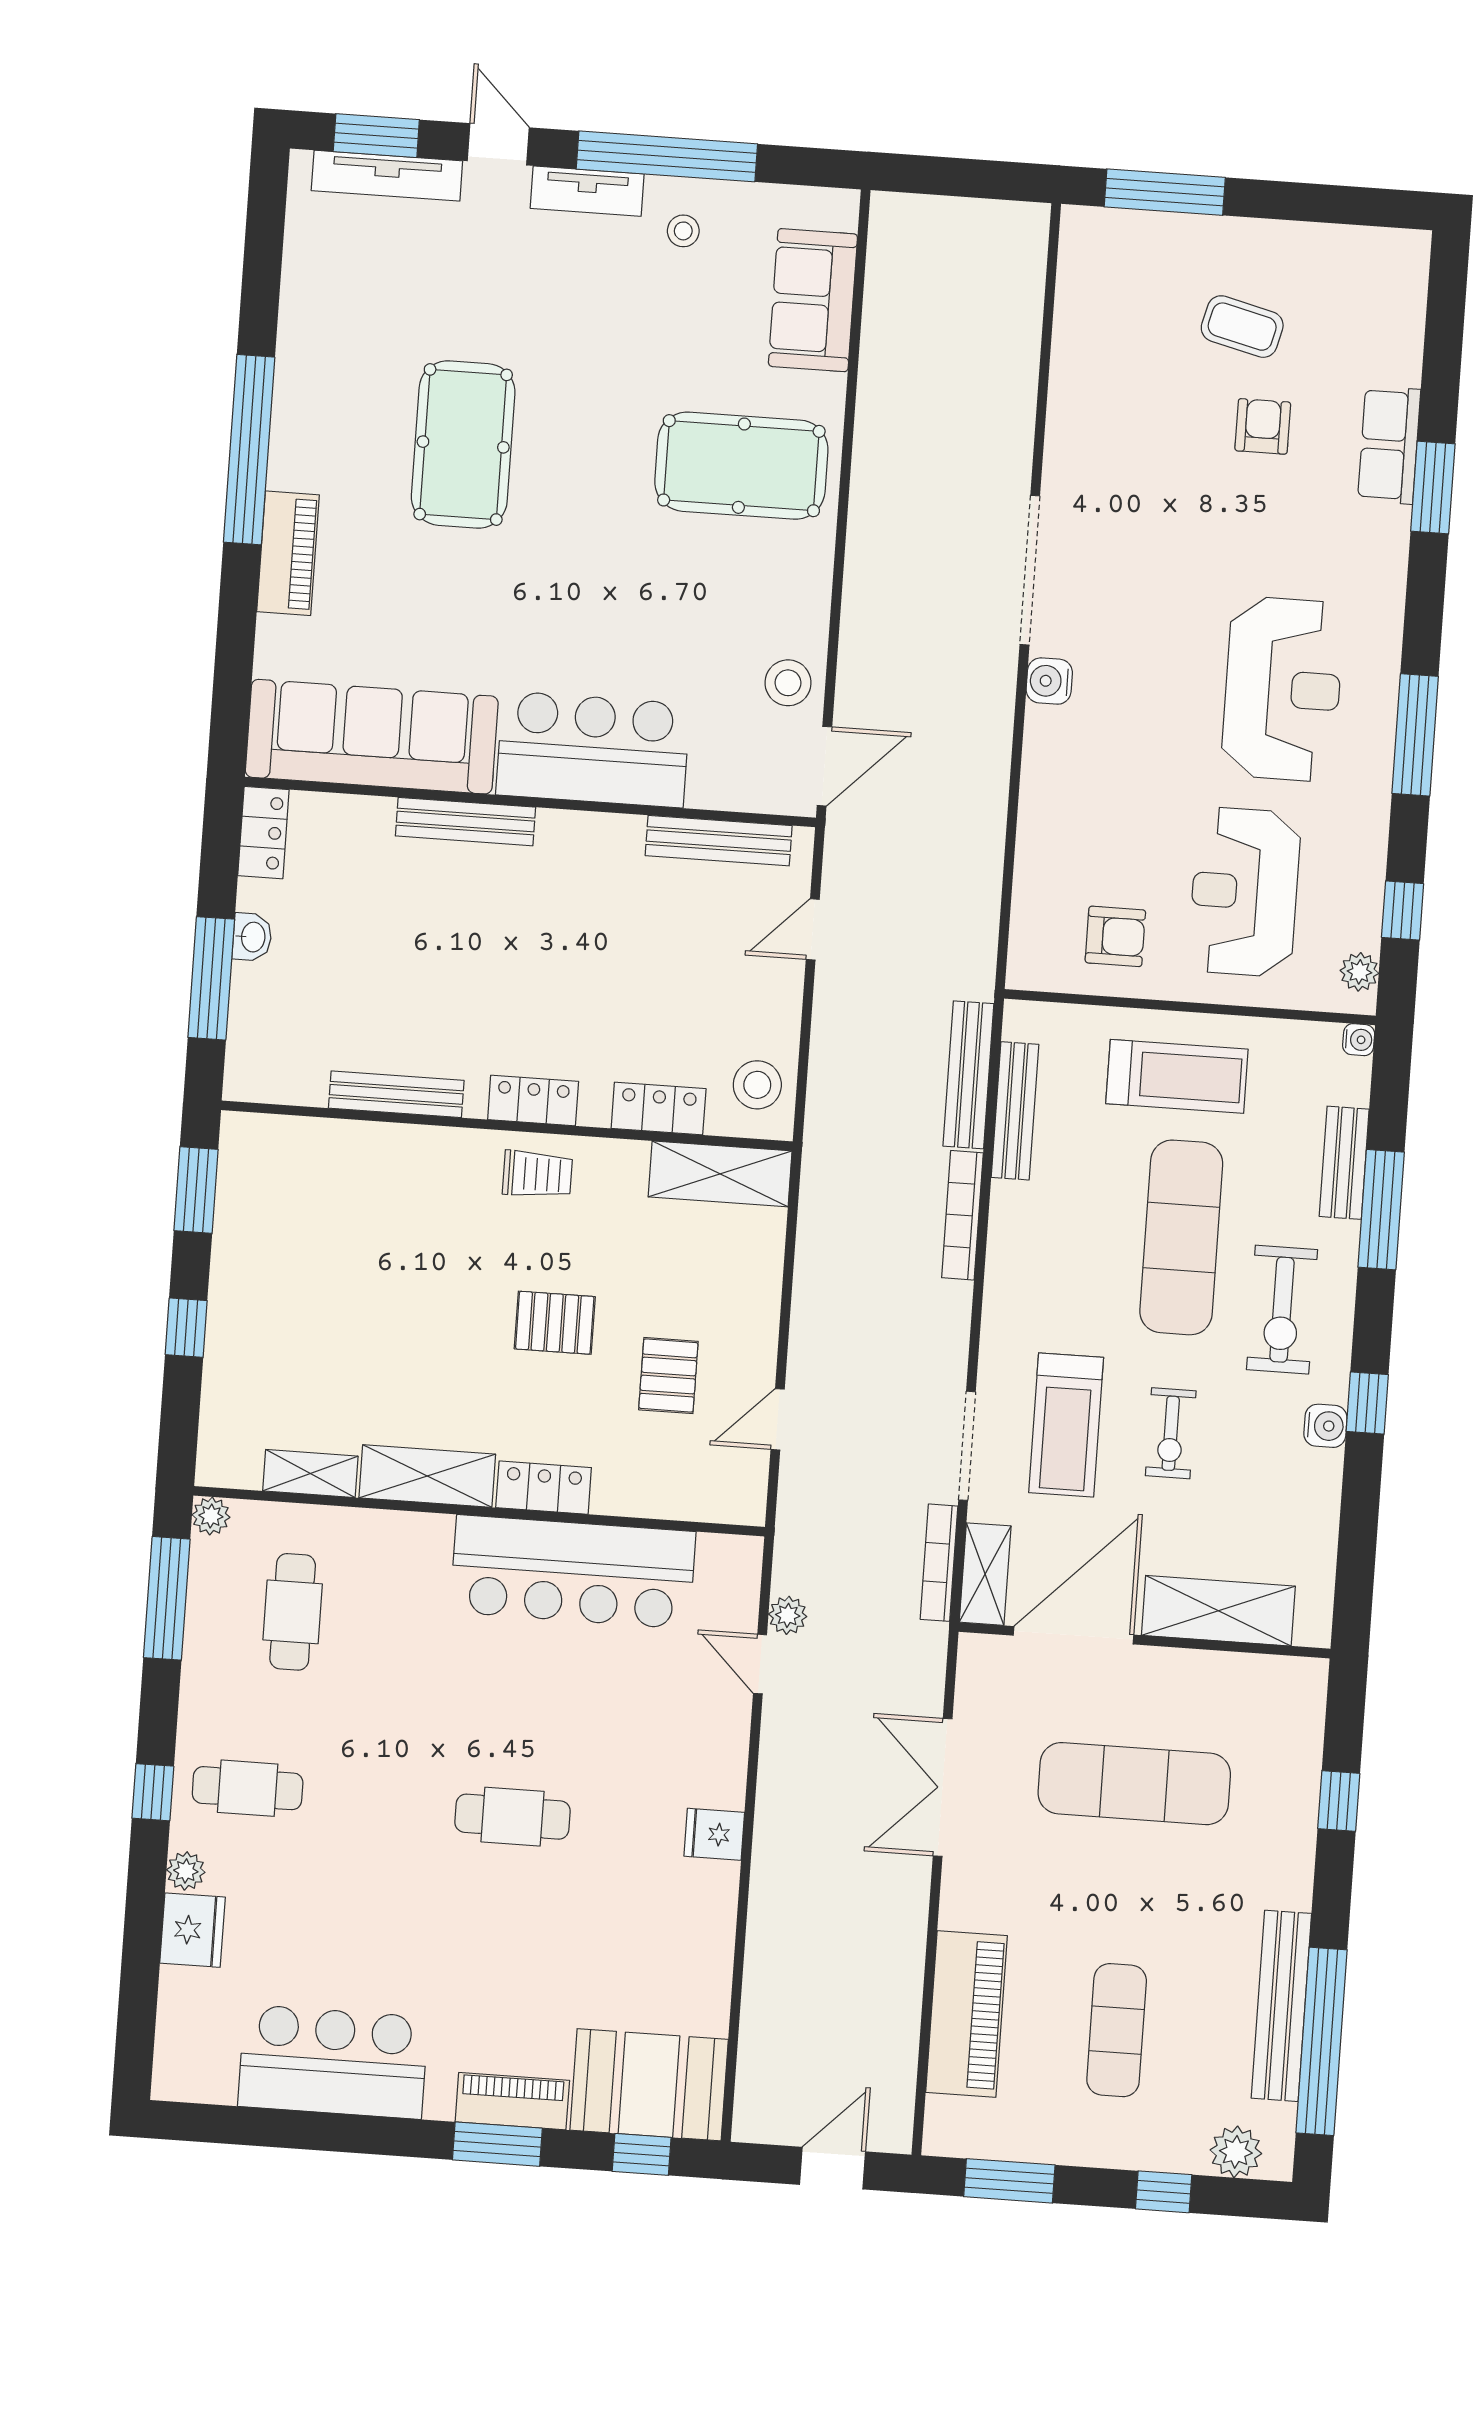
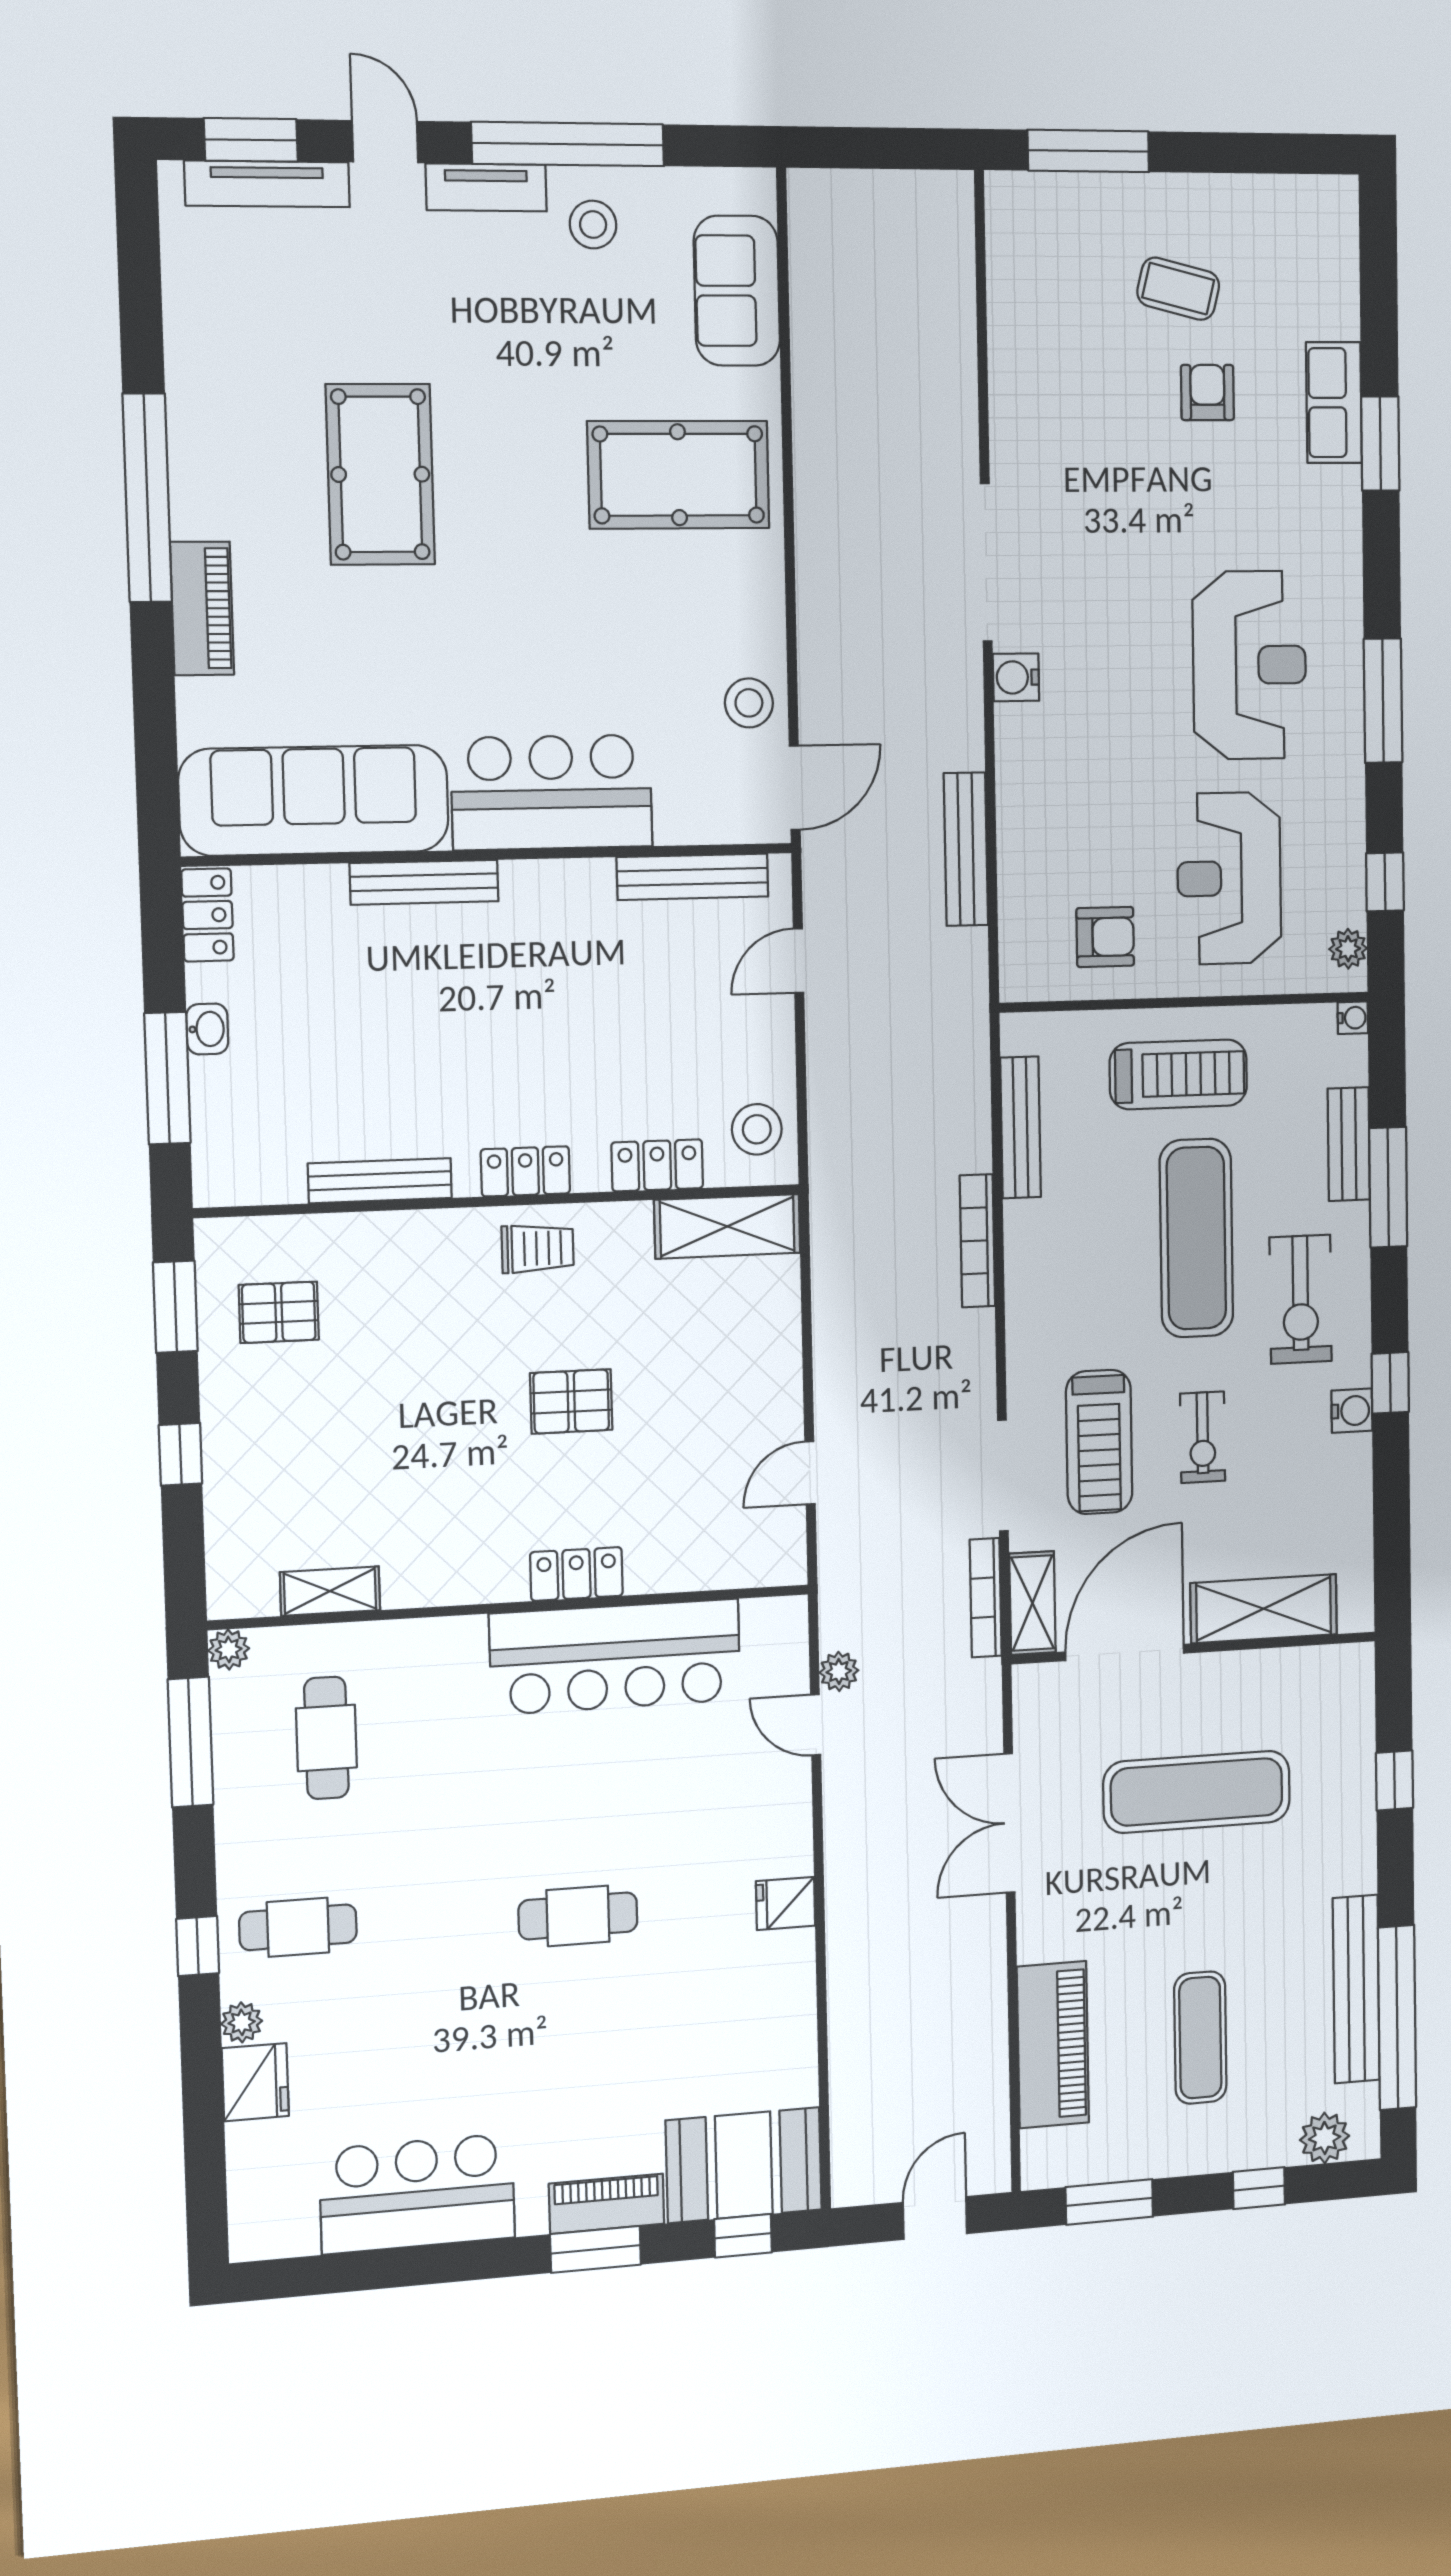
stool: (683, 231) -> (593, 225), width x1.37, depth x1.37
bench: (968, 1075) -> (966, 849), moved
pallet: (668, 1376) -> (279, 1312), moved, turned 90
shelving: (427, 1476) -> (454, 1578), removed

